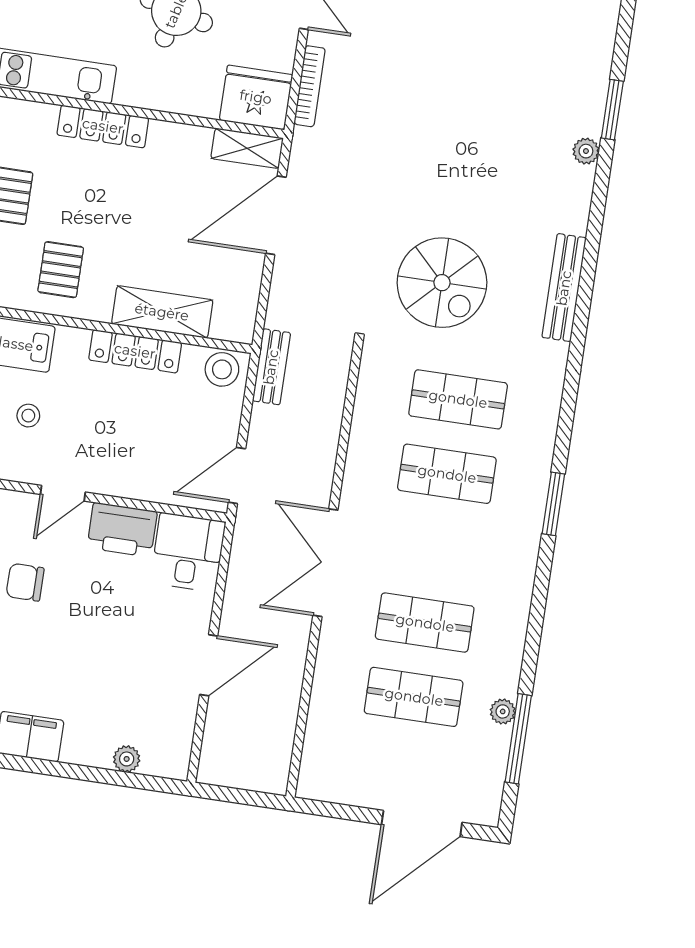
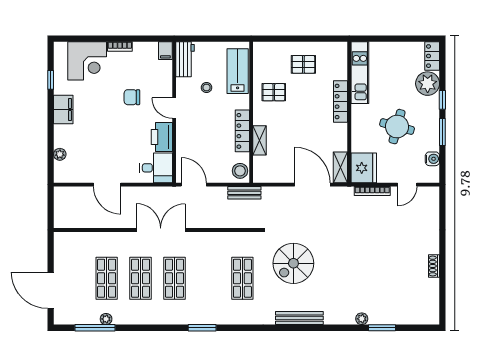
shelving: (162, 312) -> (260, 140), width x0.67, depth x0.75
shop shelf: (447, 474) -> (174, 278), moved
chair: (25, 582) -> (132, 97), turned -90

